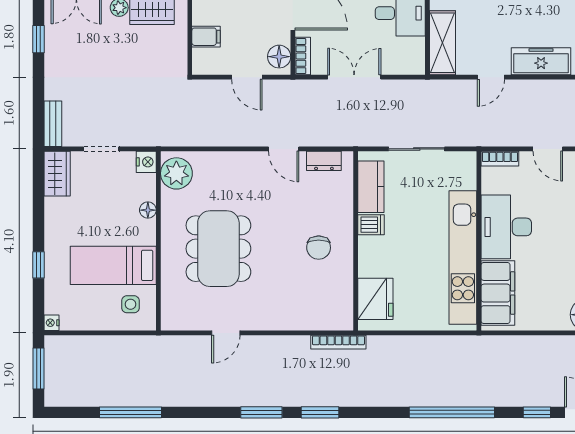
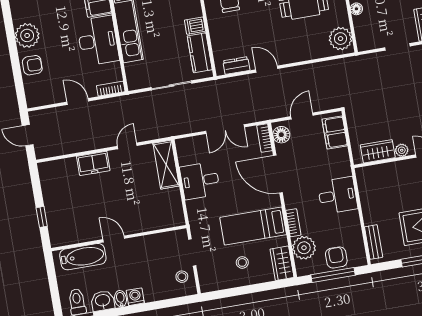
filing cabinet: (206, 37) -> (335, 132), width x2.00
freezer: (541, 61) -> (93, 163), width x0.71
door: (247, 77) -> (302, 116), hinge flipped
nightstand: (146, 162) -> (363, 43), removed

